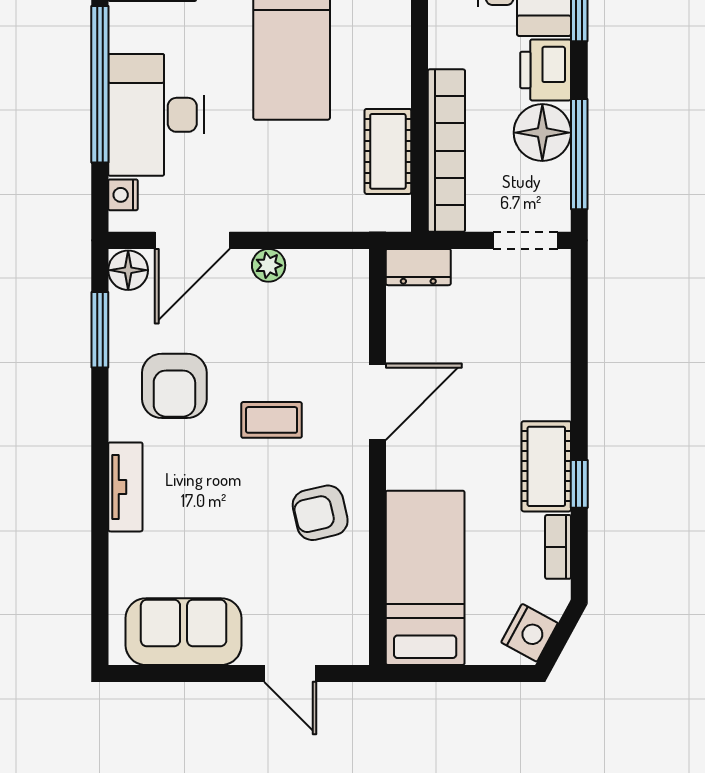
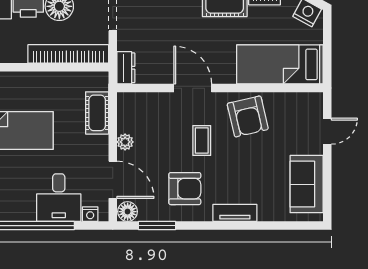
desk: (156, 115) -> (59, 198), width x0.73
cot: (388, 151) -> (97, 113), moved, turned 90
armchair: (320, 513) -> (248, 116), width x1.38, depth x1.38

